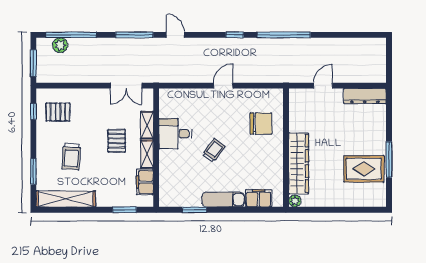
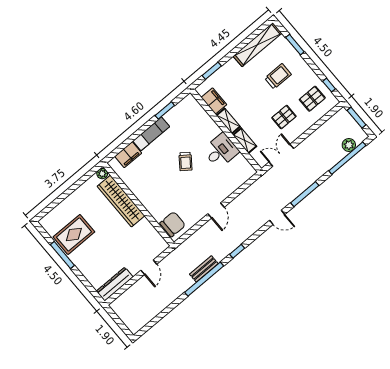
bench: (276, 44) -> (204, 269), added
chair: (261, 124) -> (173, 224), moved, turned 180
pallet: (117, 141) -> (284, 117), moved, turned 90
trolley: (71, 156) -> (278, 76), turned 86

